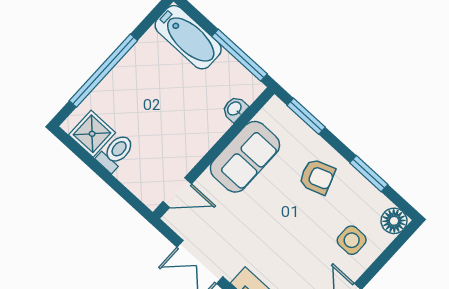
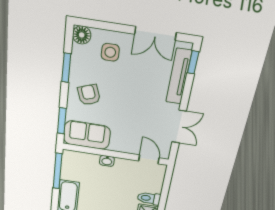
washbasin: (235, 109) -> (107, 161), moved
sofa: (245, 157) -> (87, 135), moved

